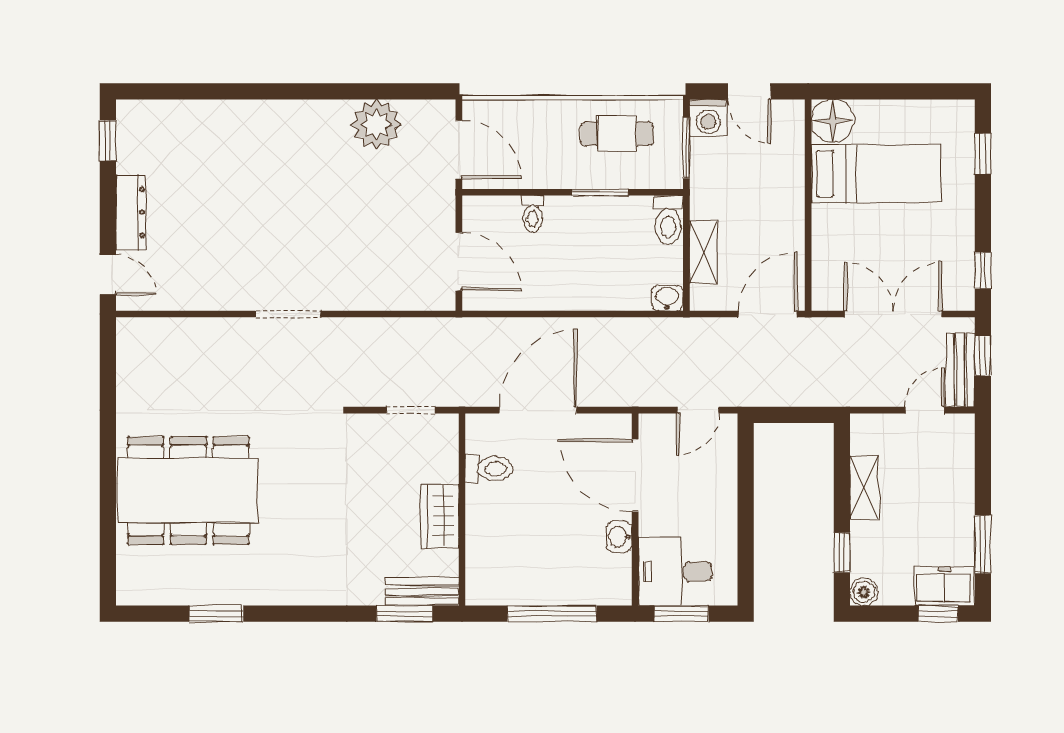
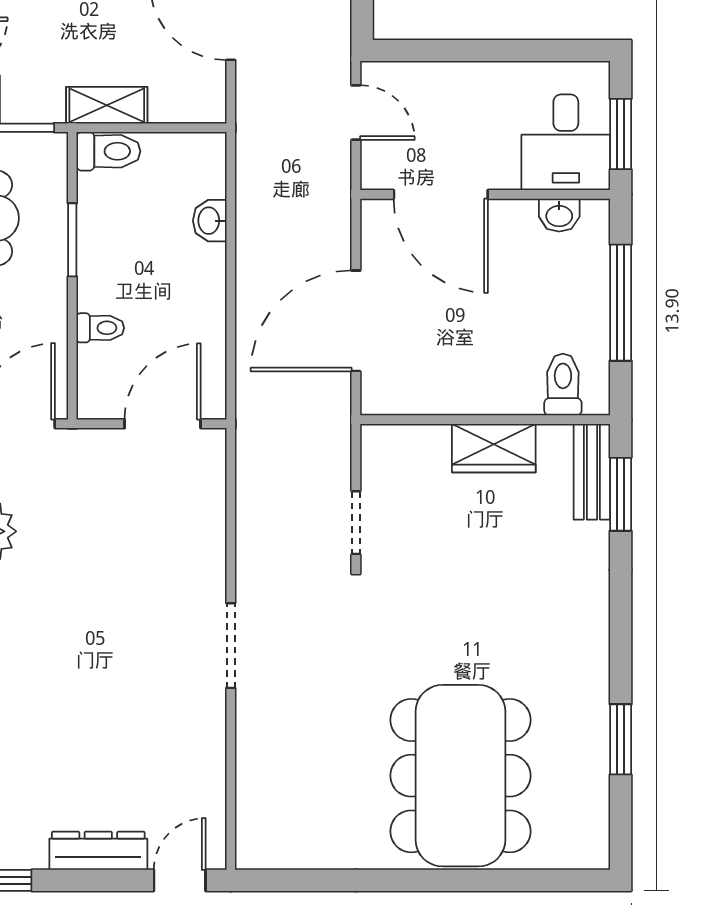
shelving: (704, 252) -> (107, 105), moved
washbasin: (667, 298) -> (210, 221), moved
doorway: (411, 410) -> (356, 523), moved
door: (538, 410) -> (356, 321), hinge flipped
toilet: (489, 469) -> (563, 385), moved
door: (635, 475) -> (441, 194), hinge flipped
washbasin: (619, 537) -> (559, 215), moved

